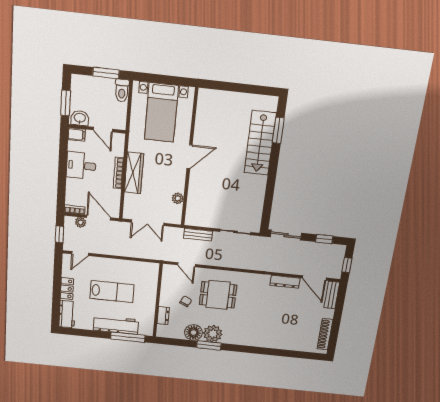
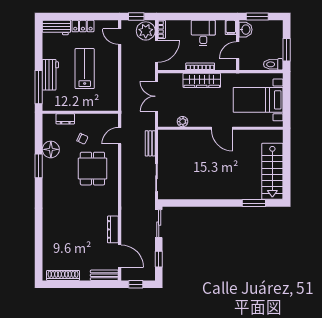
stairs: (260, 143) -> (272, 171), moved, turned -90
plant: (81, 222) -> (146, 31), width x1.87, depth x1.87
door: (314, 278) -> (120, 256), swing flipped
lab bench: (112, 292) -> (85, 69), turned 180
workbench: (116, 325) -> (50, 75), width x0.73
plant: (213, 334) -> (52, 168), removed

